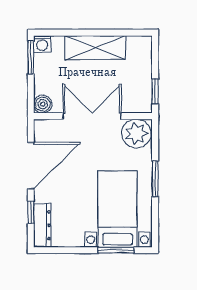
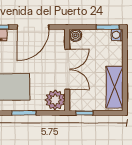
shelving: (95, 48) -> (115, 87), moved
door: (31, 166) -> (33, 27), hinge flipped

